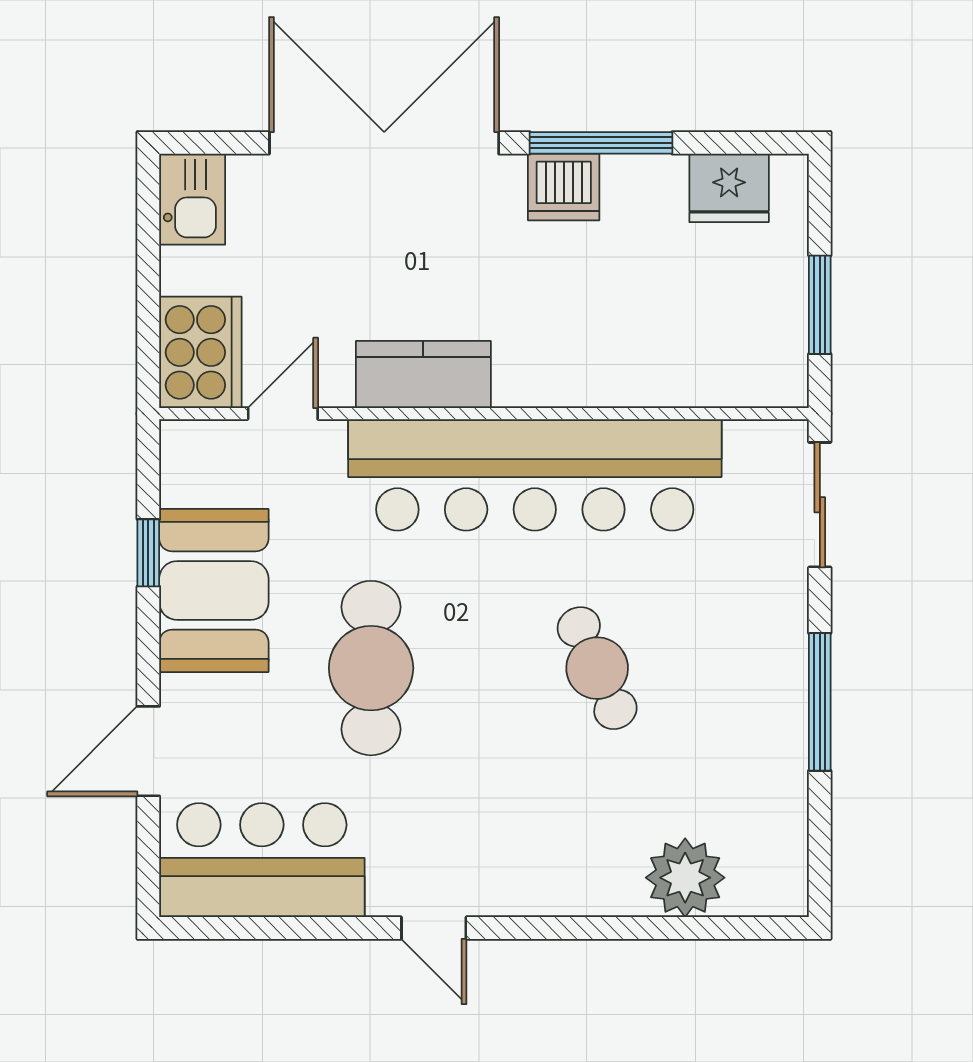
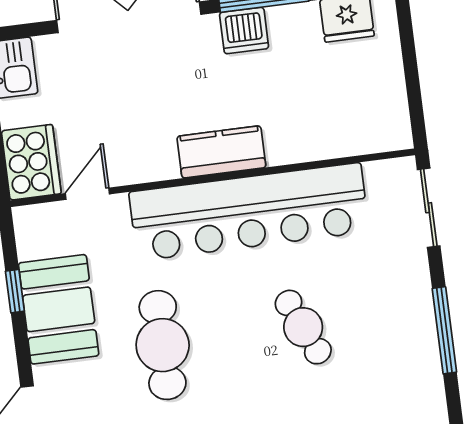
window: (820, 305) -> (413, 83), removed
kitchen counter: (423, 374) -> (221, 152), moved

